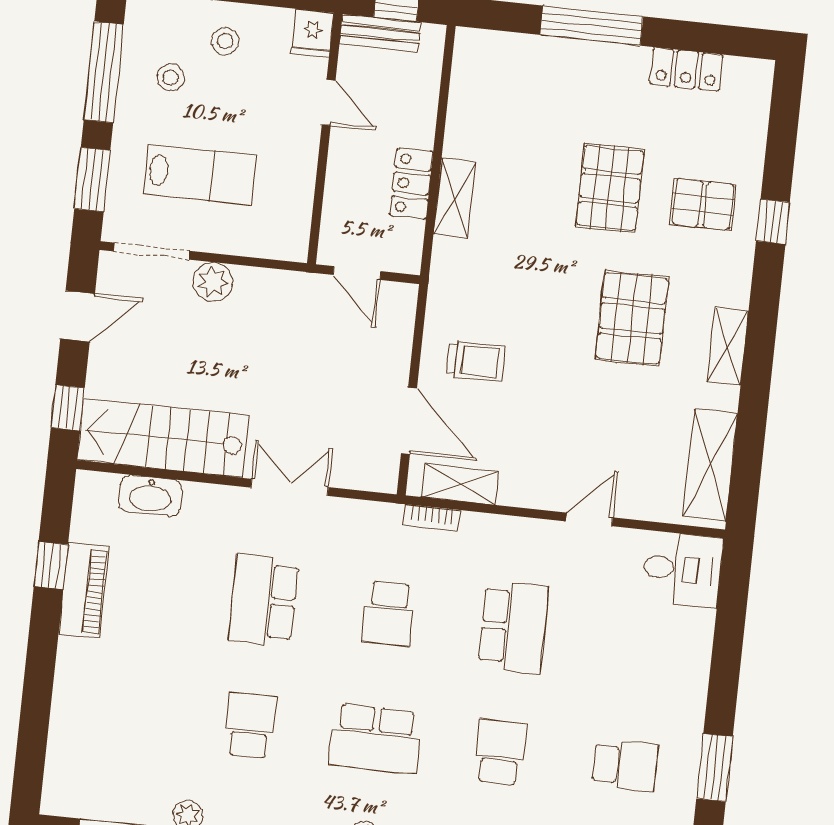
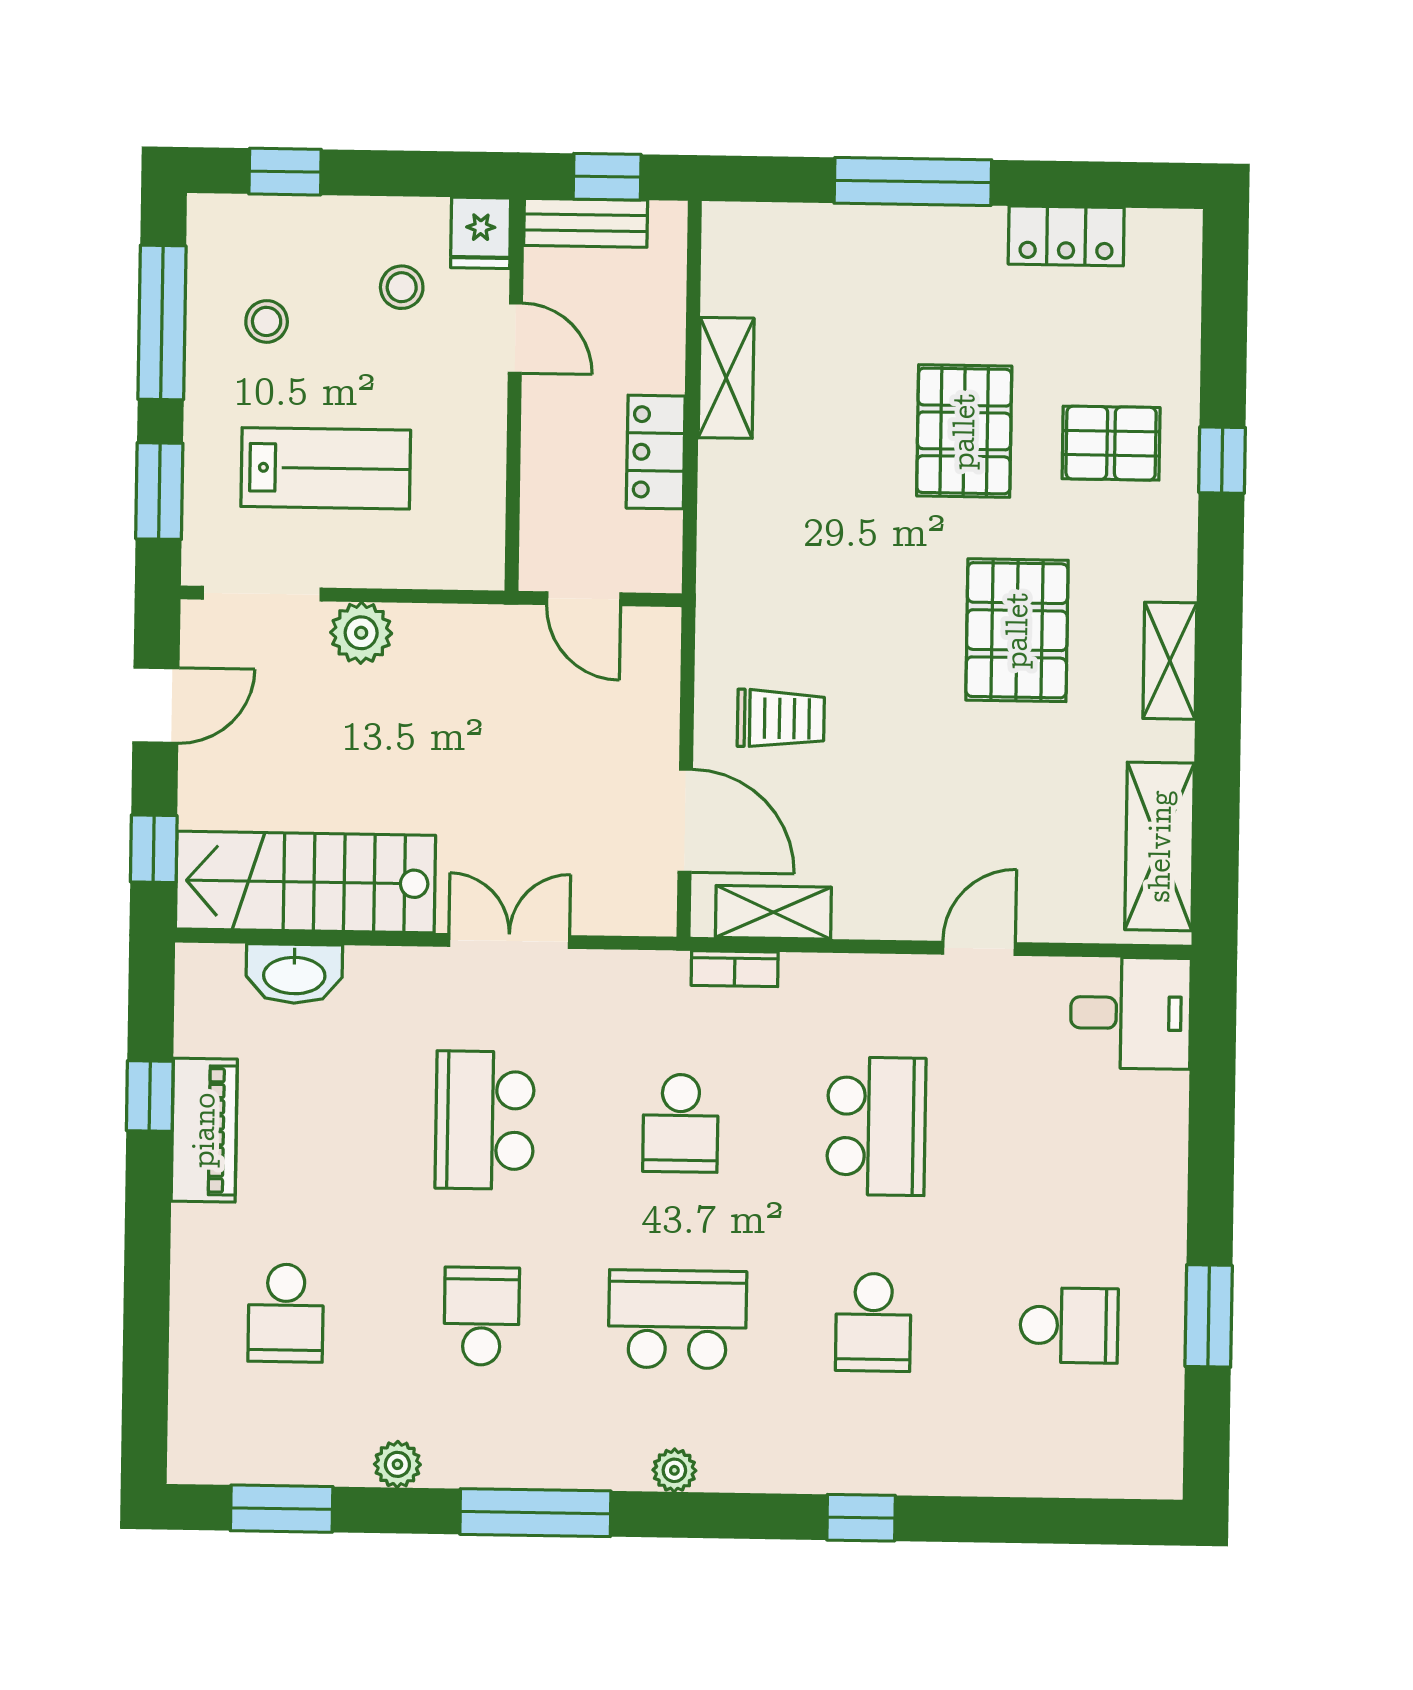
stool: (225, 41) -> (402, 287), moved
shelving: (455, 198) -> (726, 378), moved
school desk: (125, 712) -> (286, 1313), added
school desk: (375, 739) -> (677, 1319), turned 180
school desk: (500, 752) -> (873, 1322), turned 180

